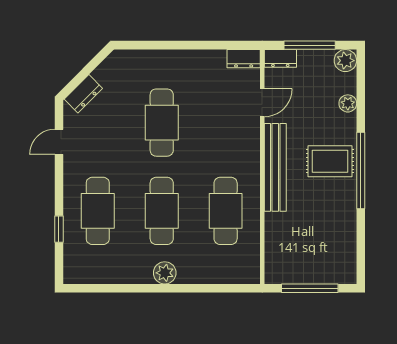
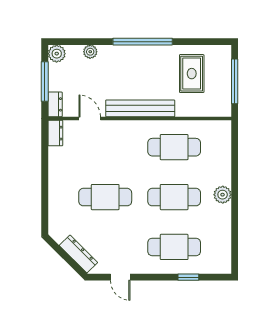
dresser: (83, 94) -> (78, 254), width x1.44
rug: (330, 161) -> (192, 74), moved

